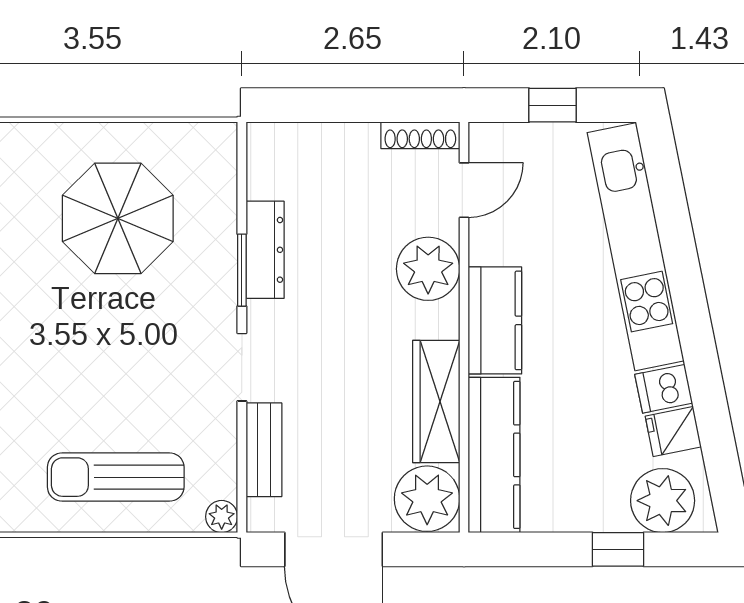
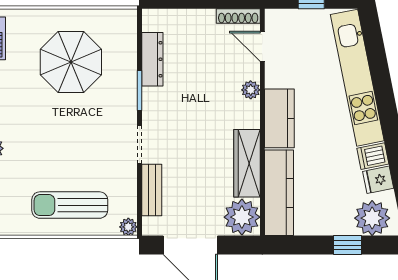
door: (464, 190) -> (262, 46), swing flipped
dresser: (265, 250) -> (152, 59), moved
plant: (428, 269) -> (251, 90), width x0.53, depth x0.53

